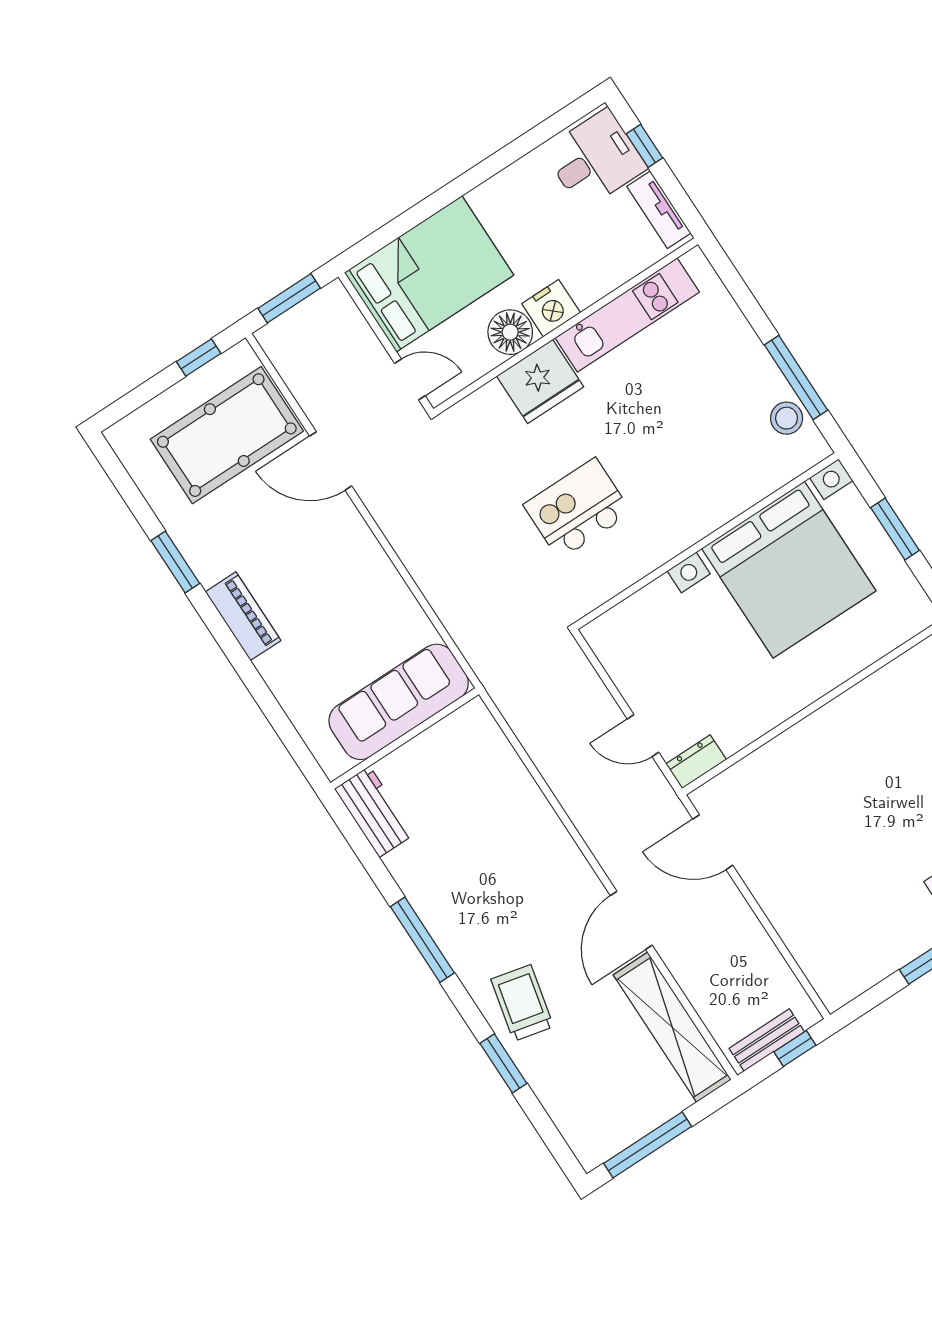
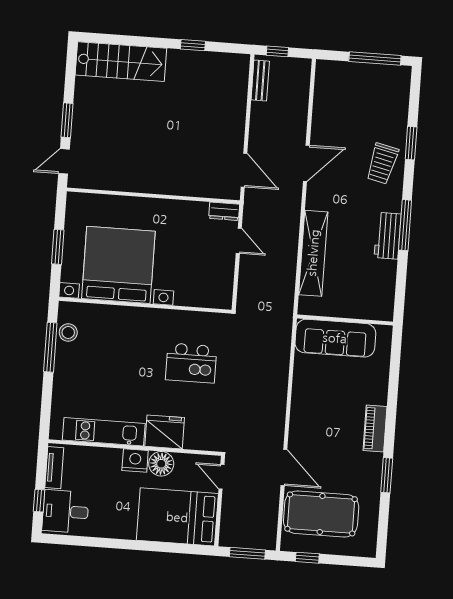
workbench: (374, 812) -> (388, 236), moved
shelving: (672, 1027) -> (313, 253), moved
bench: (767, 1040) -> (260, 80), moved, turned 90

